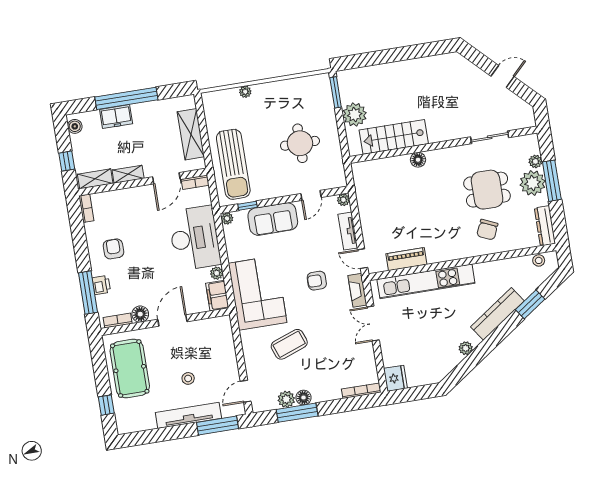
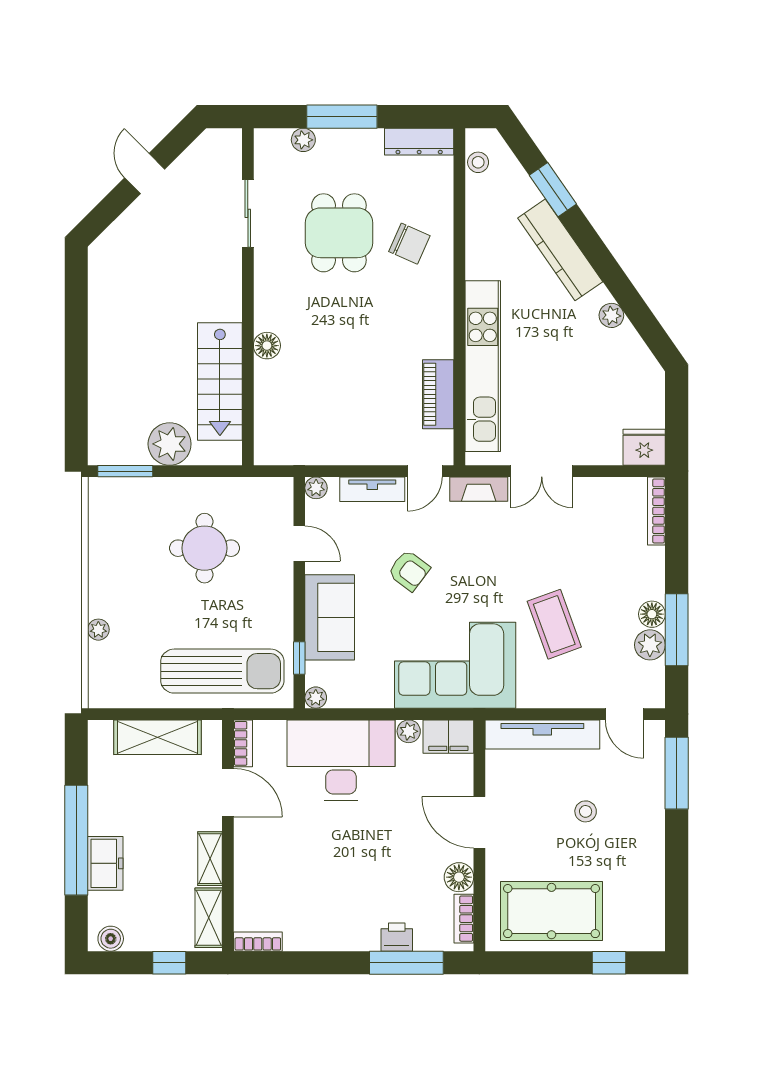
plant: (533, 183) -> (340, 151), removed
armchair: (113, 249) -> (337, 906), removed
armchair: (317, 281) -> (409, 570), moved, turned -53
tv unit: (188, 415) -> (542, 734), moved, turned -90

